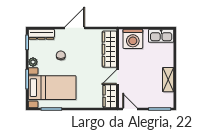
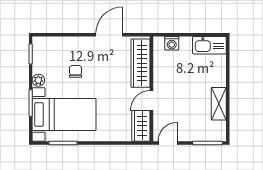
door: (75, 28) -> (109, 35), moved
dresser: (41, 34) -> (50, 43), removed
washing machine: (133, 39) -> (172, 43), width x0.53, depth x0.53
door: (130, 109) -> (168, 143), hinge flipped

